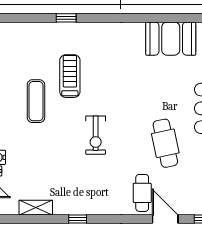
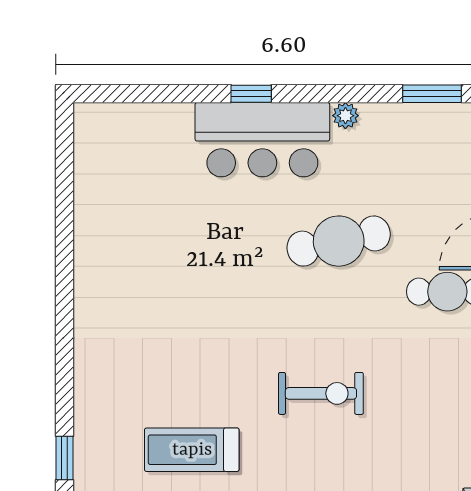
booth: (171, 39) -> (110, 229), removed

